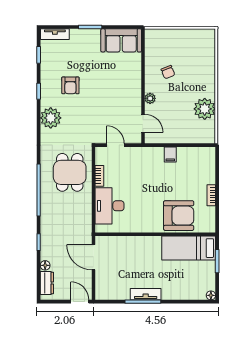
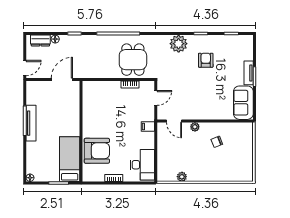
tv unit: (55, 34) -> (249, 73), moved
armchair: (70, 85) -> (206, 60), turned 90
plant: (205, 109) -> (182, 177), width x0.53, depth x0.53
door: (143, 123) -> (174, 121), hinge flipped
filing cabinet: (170, 154) -> (148, 127), moved
dining table: (70, 172) -> (133, 60), turned 90
desk: (110, 206) -> (142, 165), moved, turned 90
armchair: (179, 216) -> (97, 151), turned -90
tv unit: (146, 294) -> (31, 123), width x1.41

